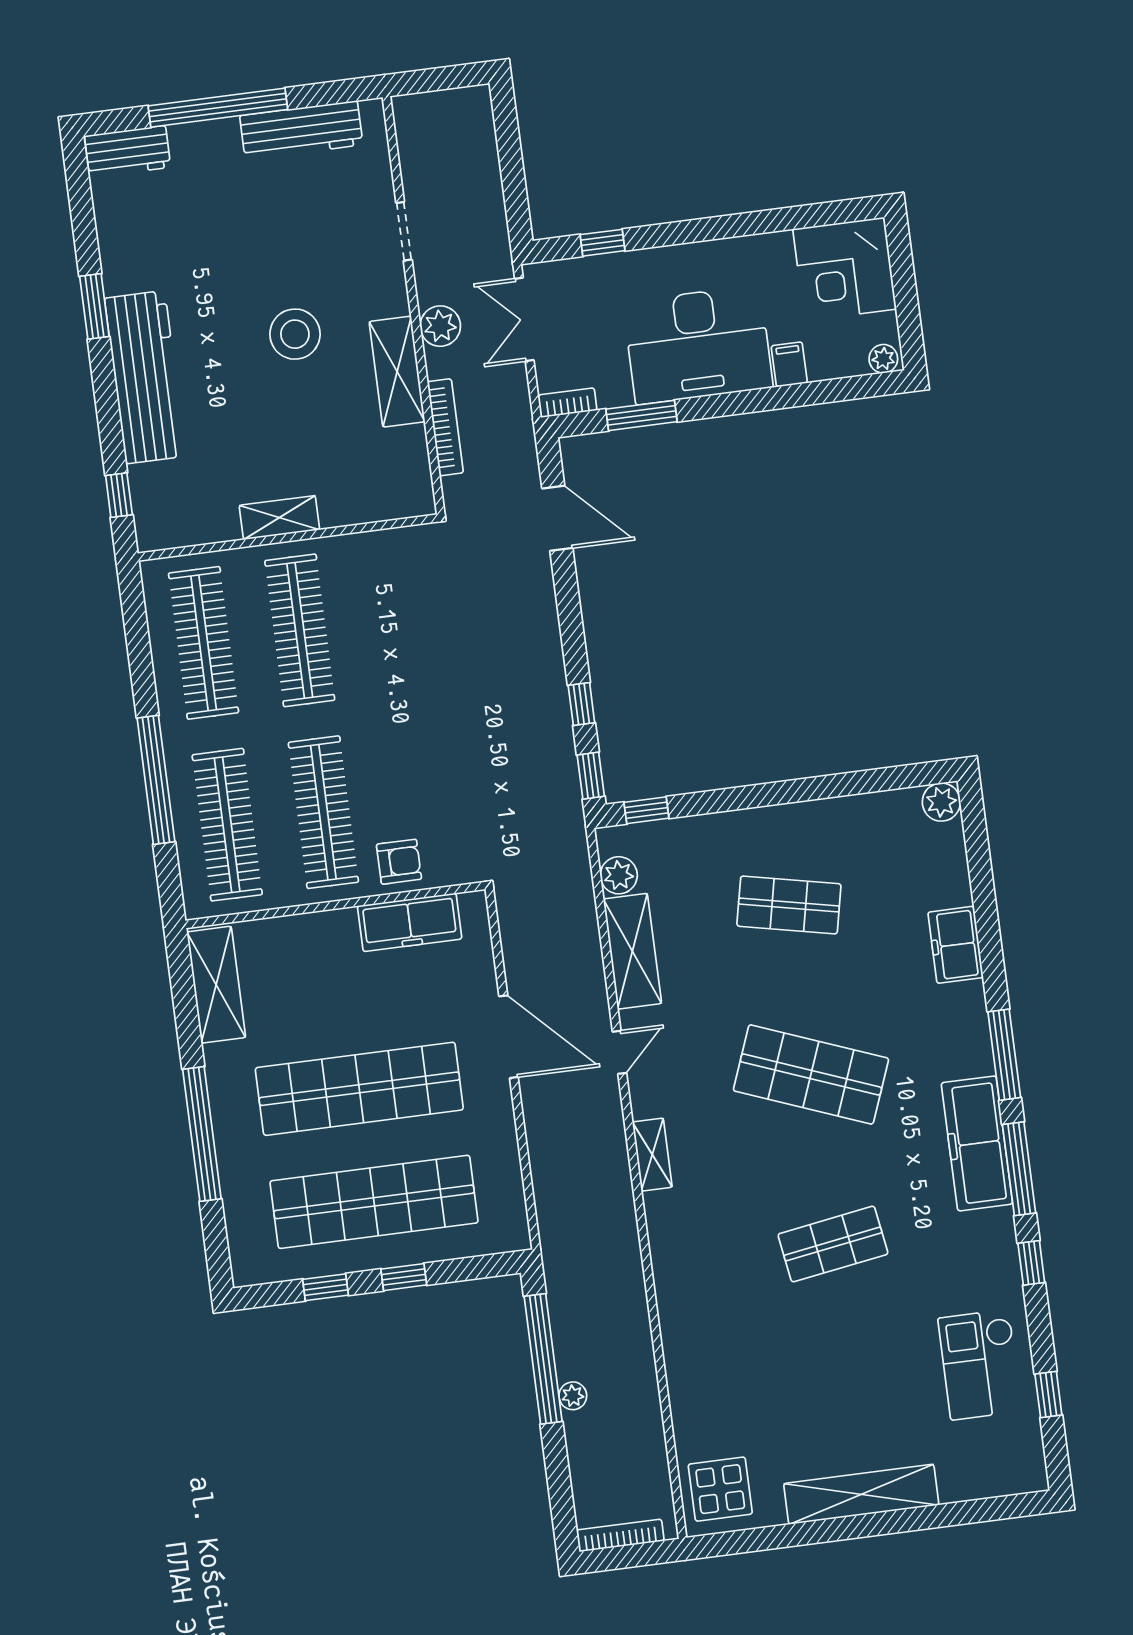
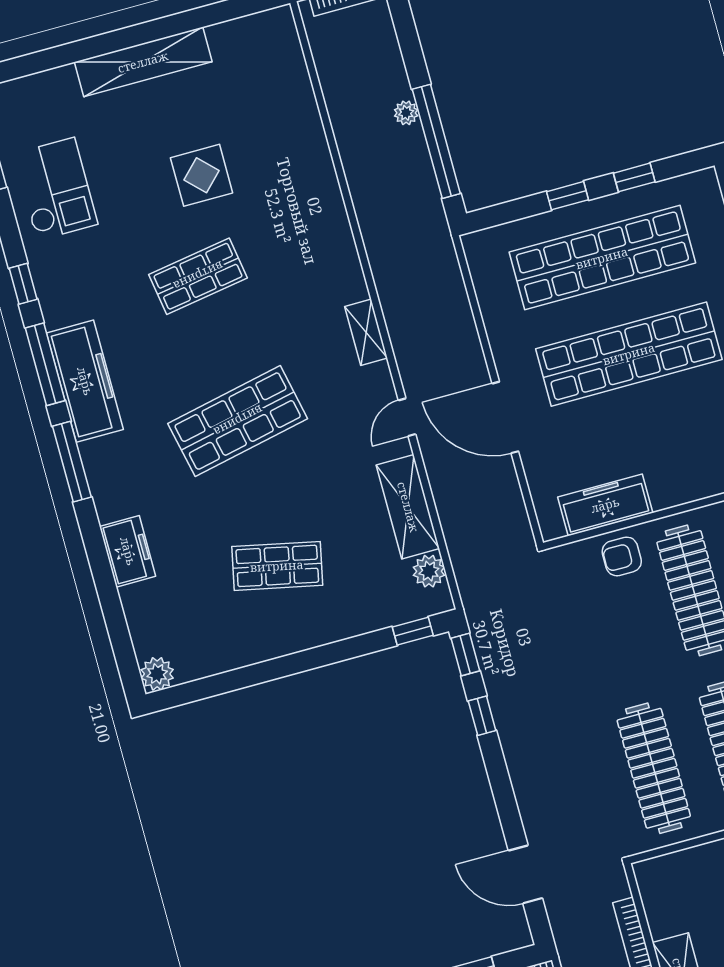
clothes rail: (396, 618) -> (654, 768), added
shop shelf: (811, 1075) -> (238, 421), turned -33
display table: (720, 1489) -> (202, 175), moved

